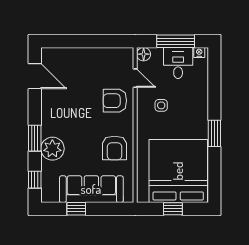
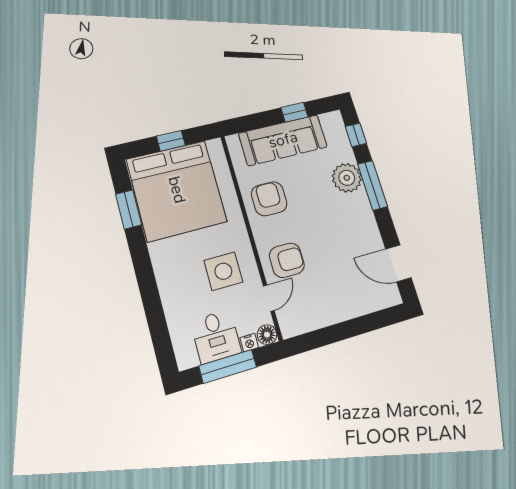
nightstand: (199, 52) -> (249, 343), moved
door: (135, 78) -> (269, 298), swing flipped
side table: (161, 105) -> (223, 271), width x1.87, depth x1.87
window: (214, 133) -> (129, 209), moved
window: (35, 138) -> (373, 185), width x1.44

